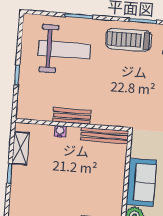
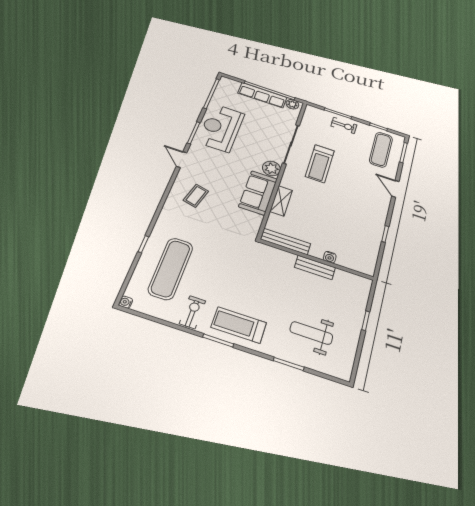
treadmill: (129, 40) -> (239, 325), turned 180
weight bench: (64, 50) -> (311, 333), width x0.73, depth x0.75
shelving: (20, 148) -> (281, 201), moved

